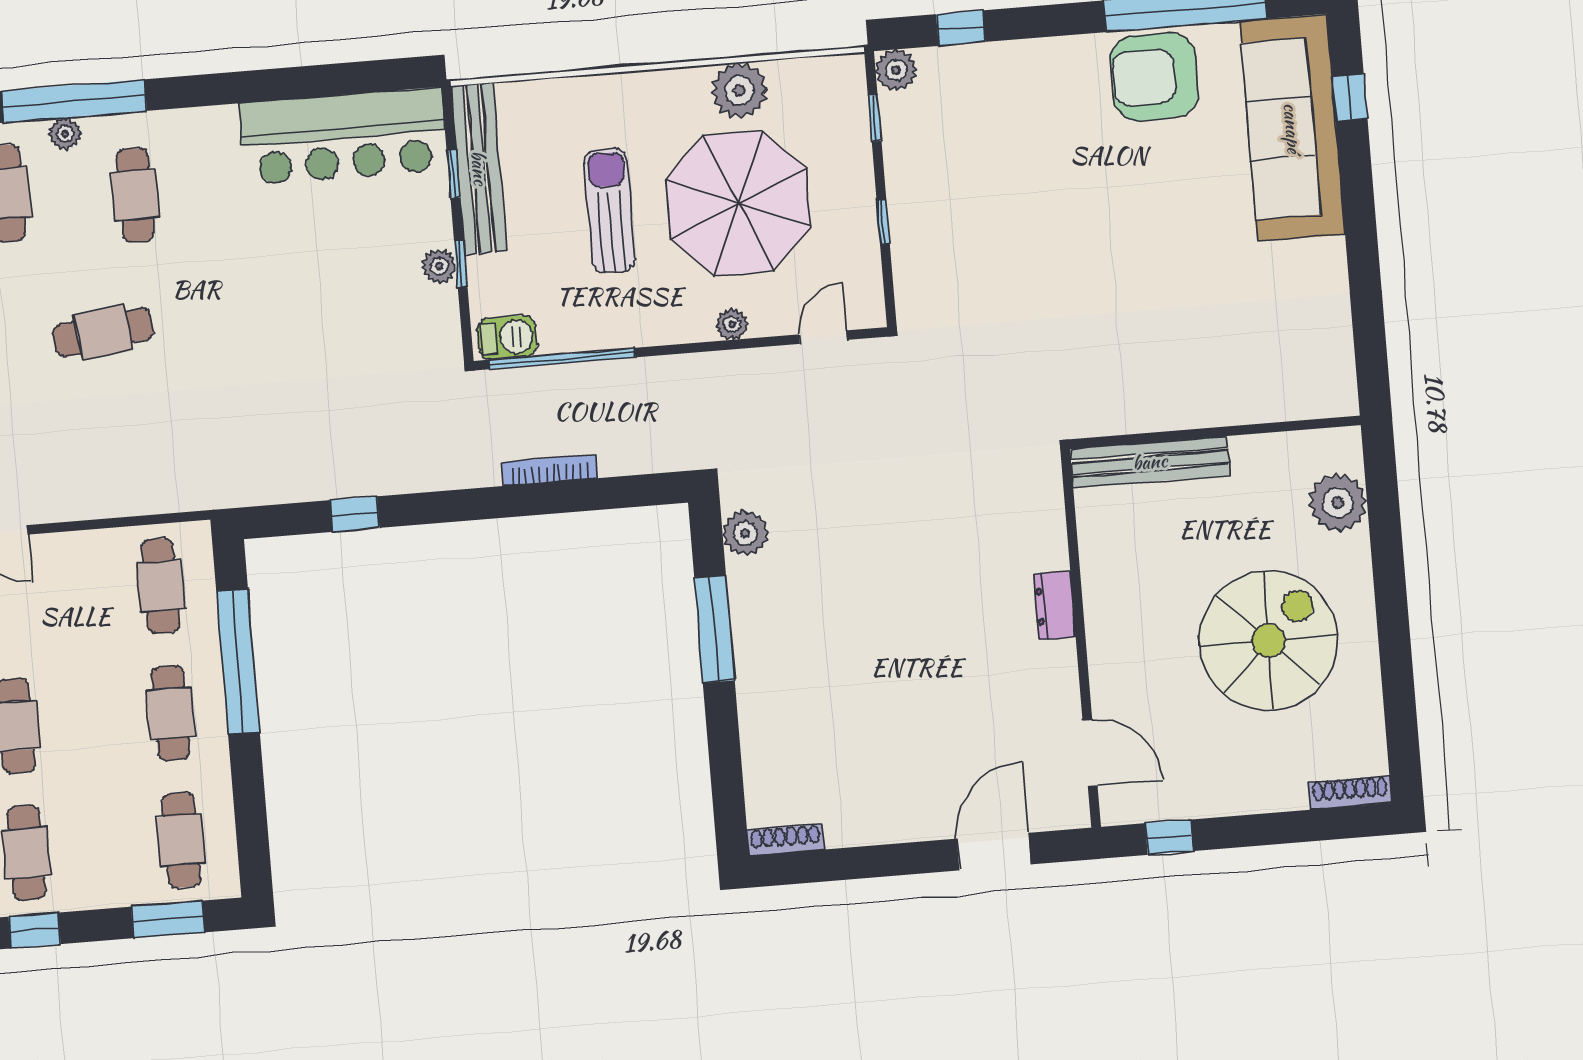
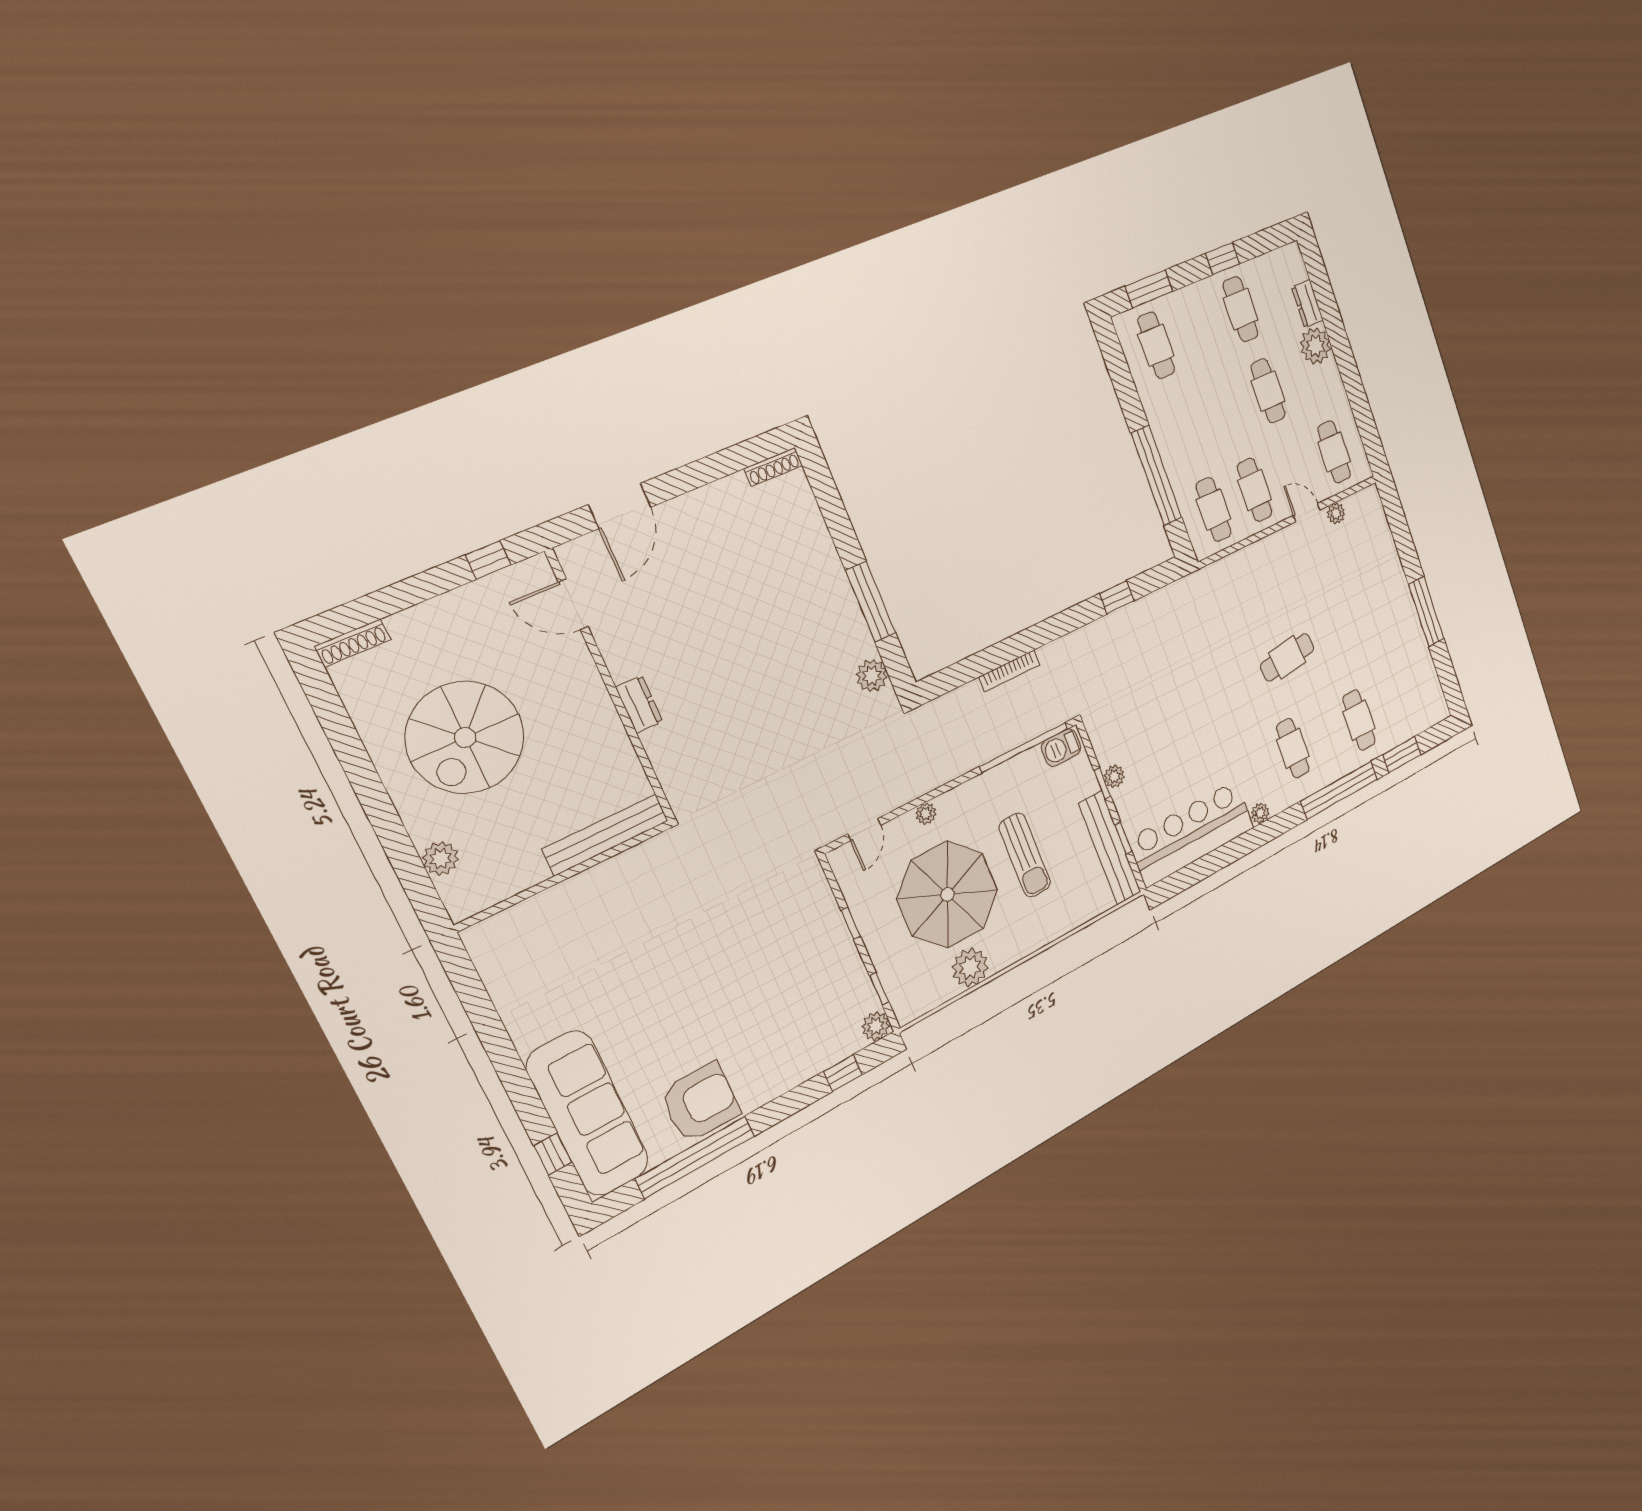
plant: (65, 134) -> (1260, 813), moved
plant: (1338, 503) -> (441, 858), width x0.73, depth x0.73
cafe table: (171, 713) -> (1255, 490), moved

